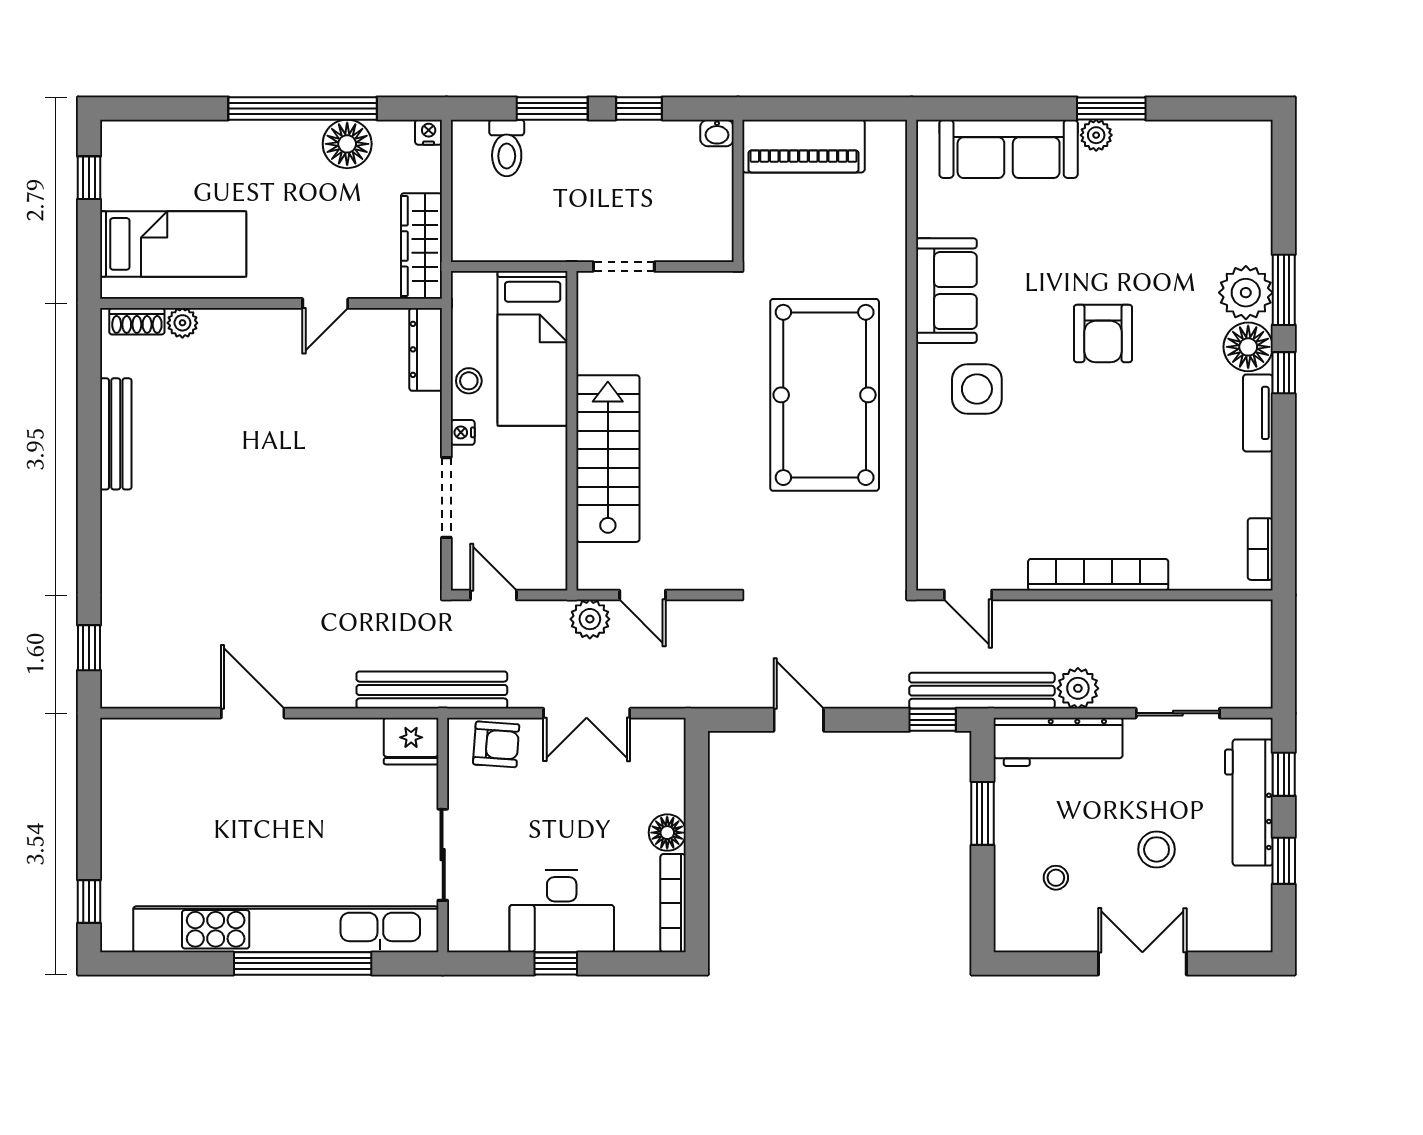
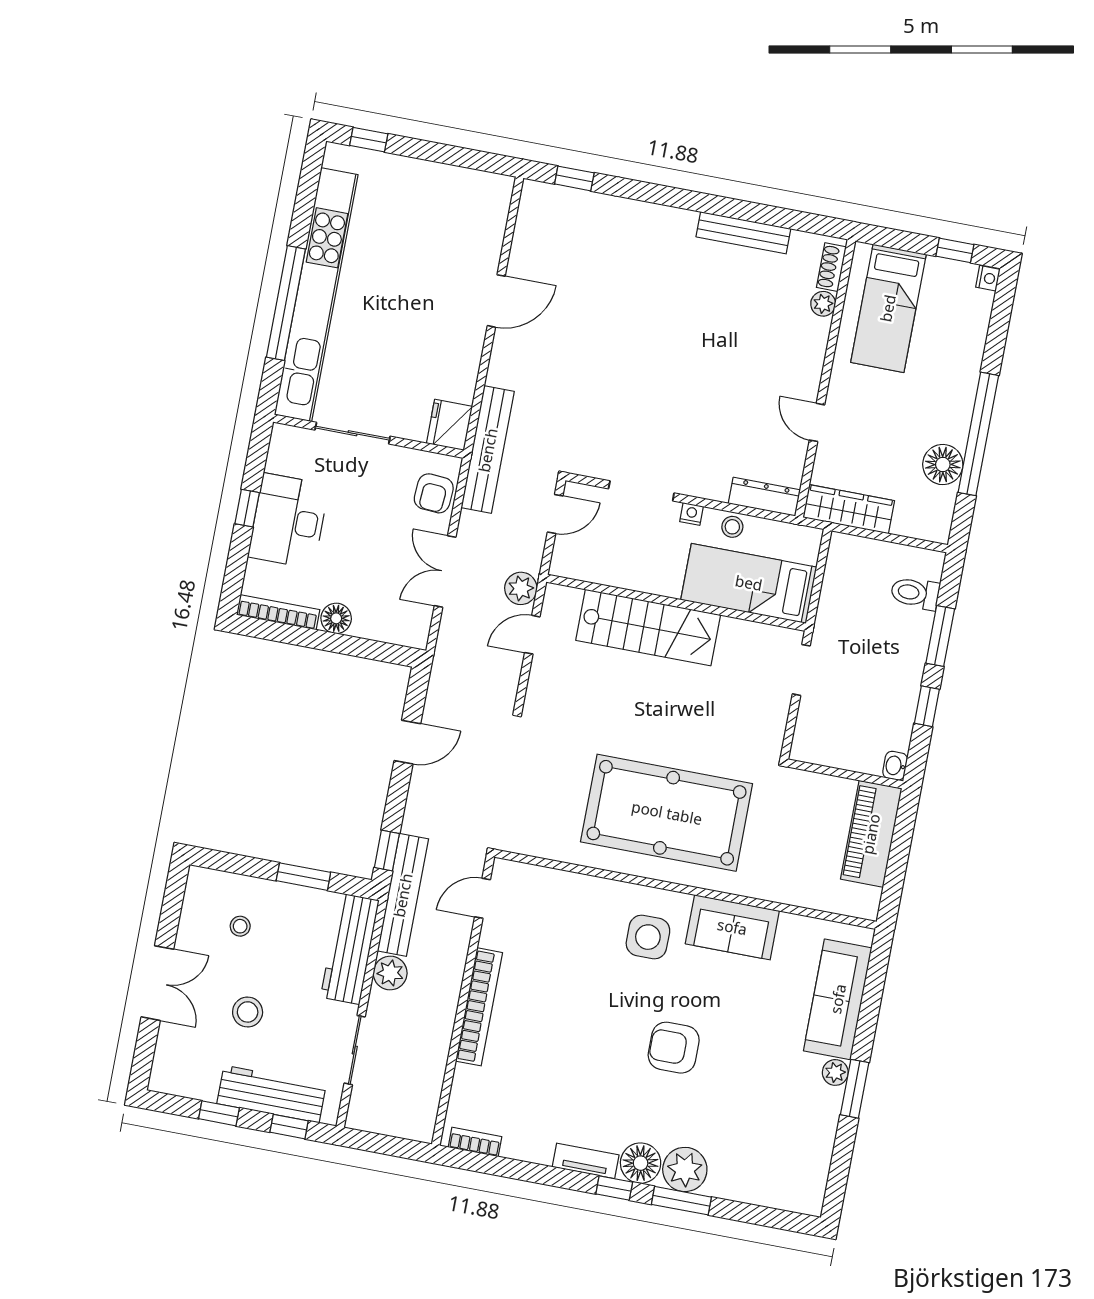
nightstand: (429, 132) -> (988, 278), moved

